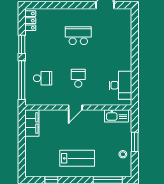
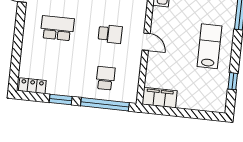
school desk: (78, 36) -> (57, 28), turned 90
school desk: (78, 78) -> (110, 34), turned 180

